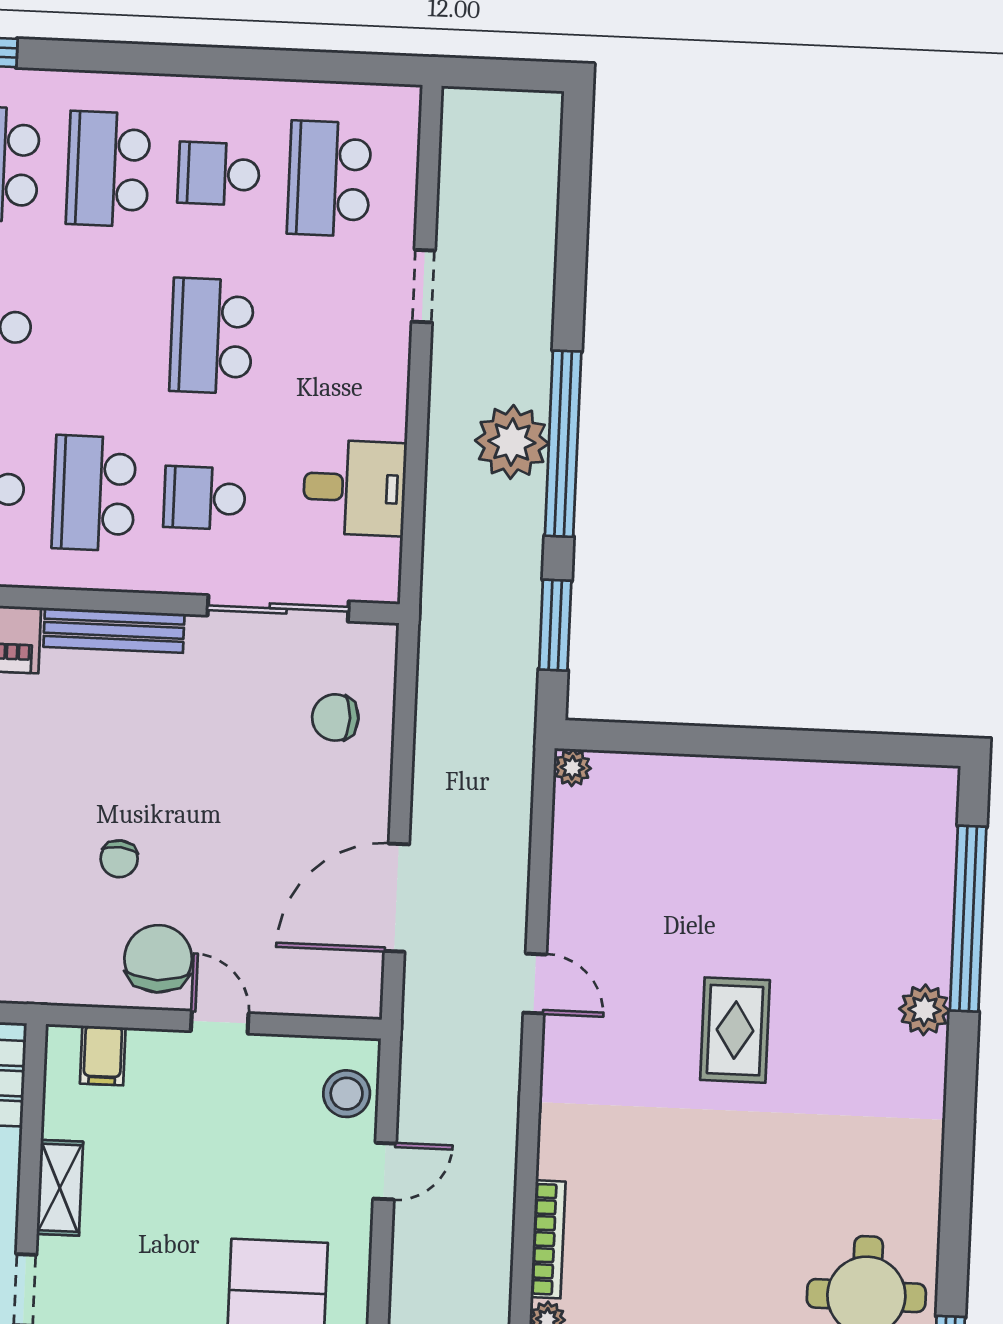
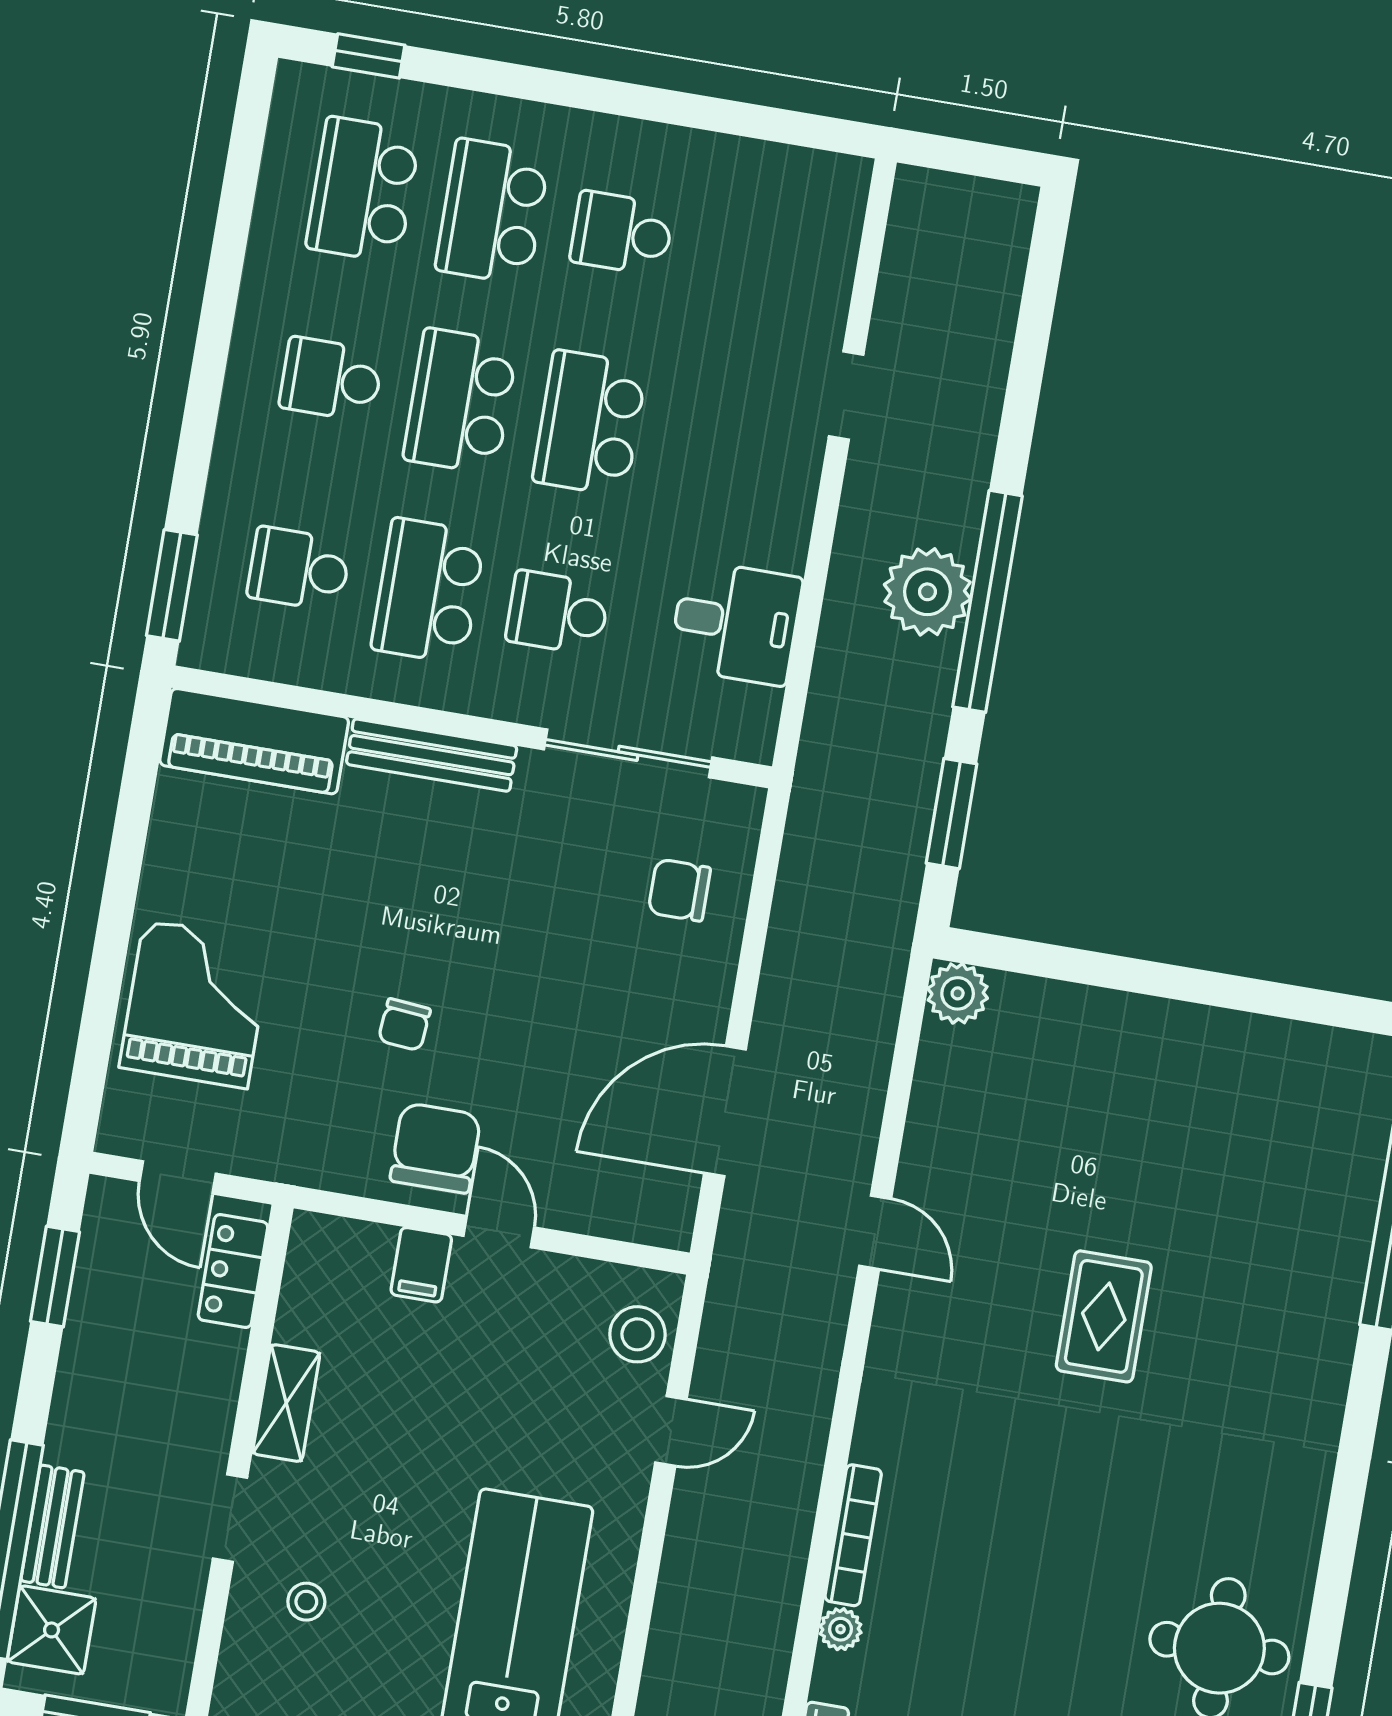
school desk: (329, 179) -> (460, 401), moved
plant: (572, 768) -> (958, 993), width x1.38, depth x1.38
plant: (924, 1010) -> (1330, 1320), removed
filing cabinet: (103, 1056) -> (421, 1265), moved

